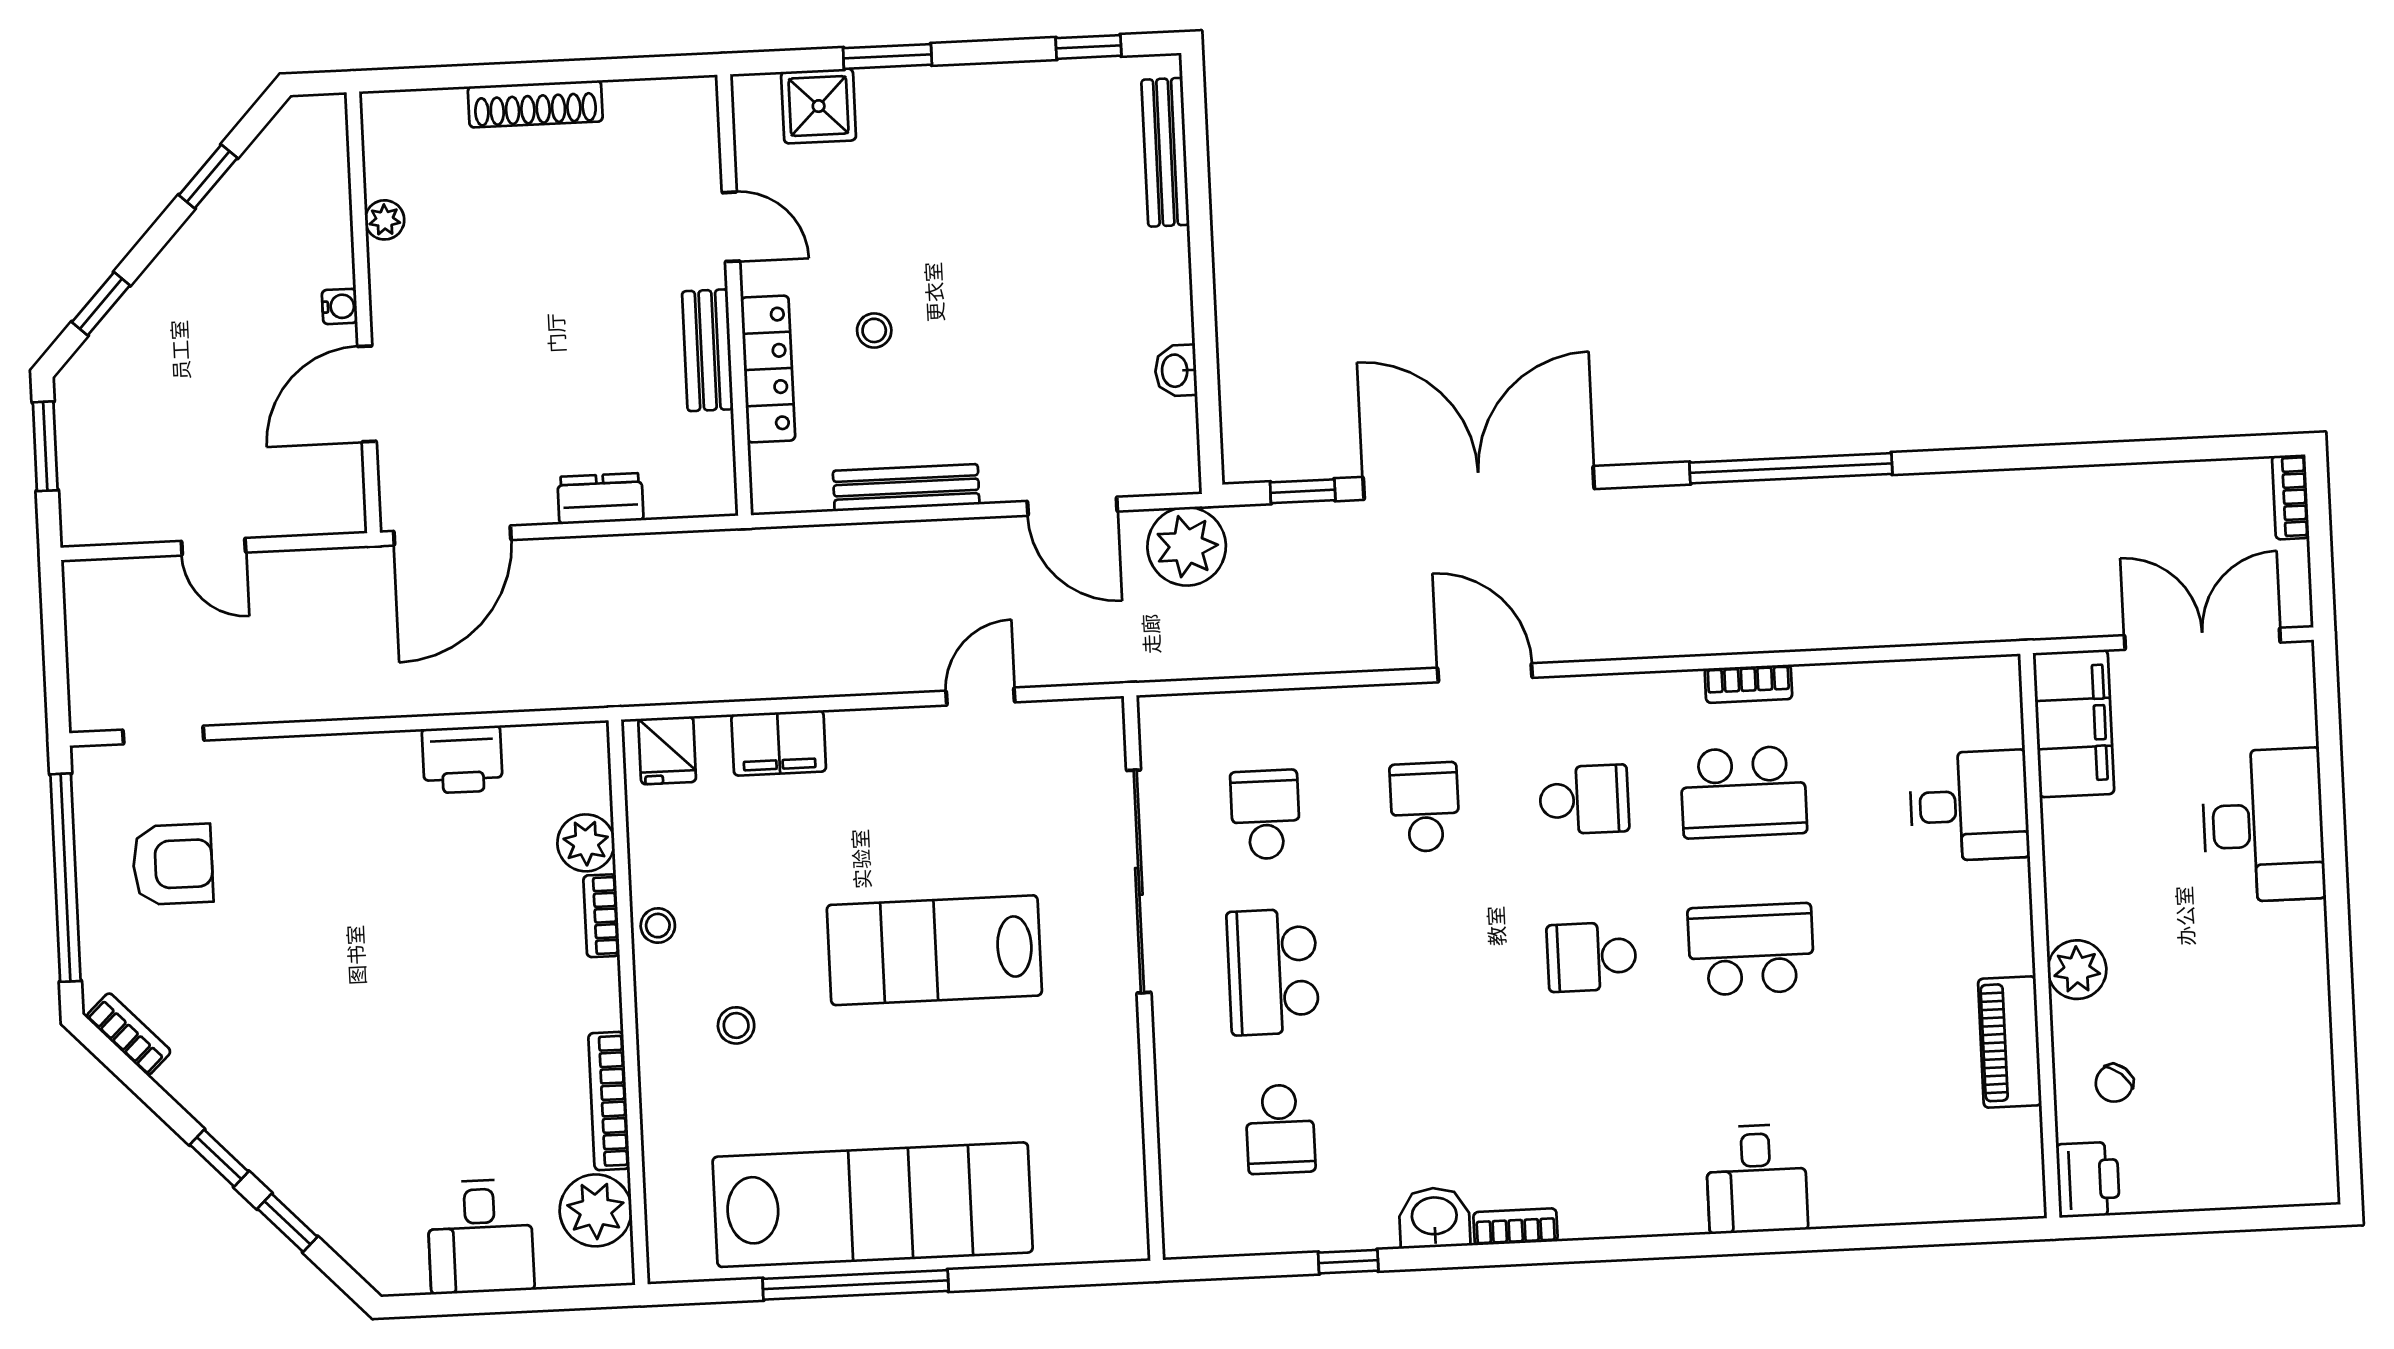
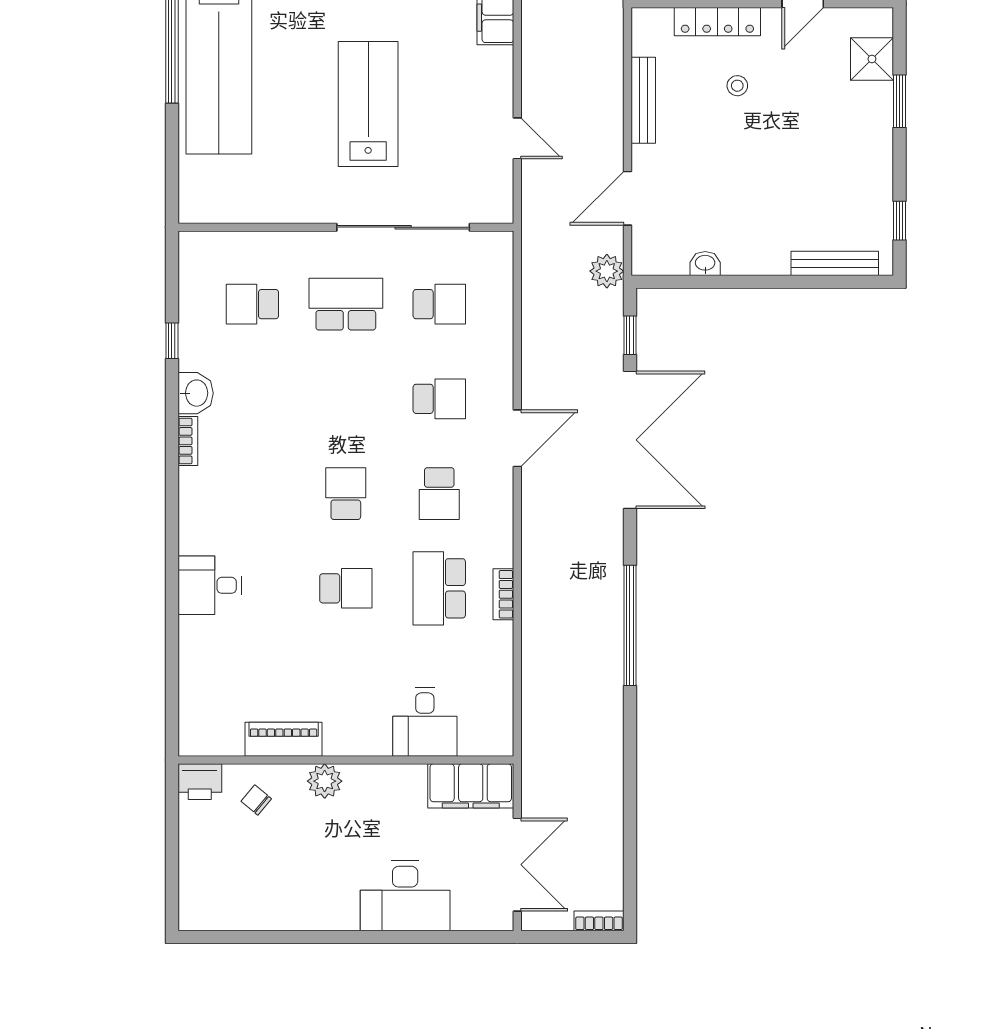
plant: (1187, 546) -> (607, 271), width x0.73, depth x0.73
school desk: (1751, 949) -> (346, 588), width x0.54

